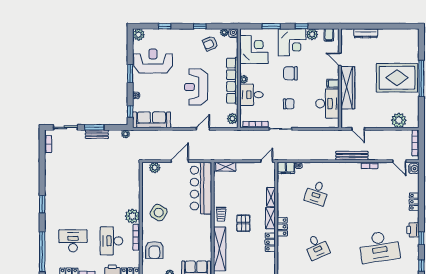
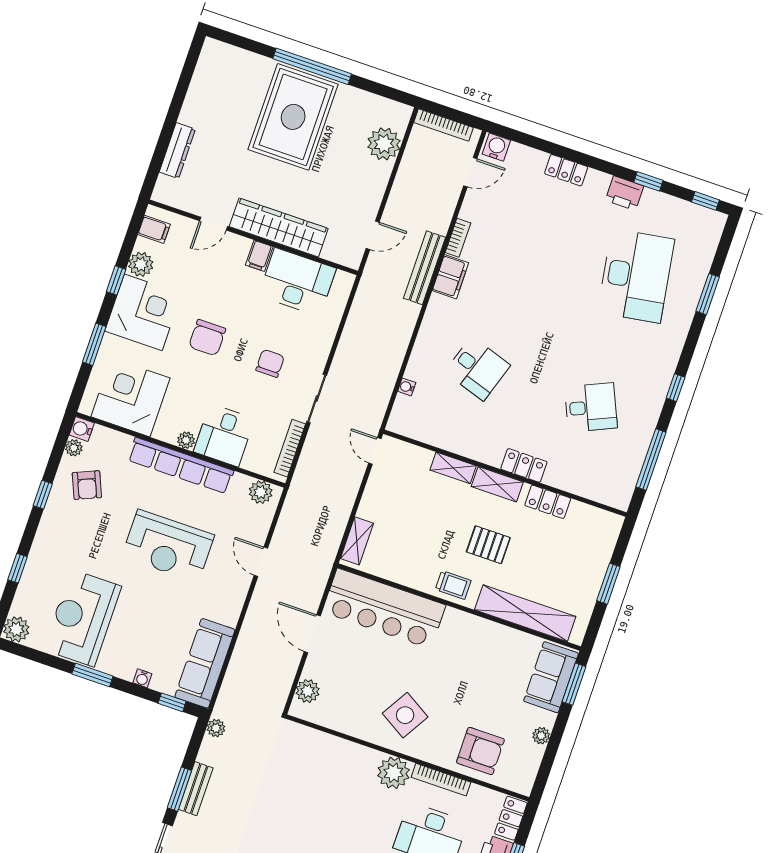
filing cabinet: (286, 168) -> (450, 277), moved

